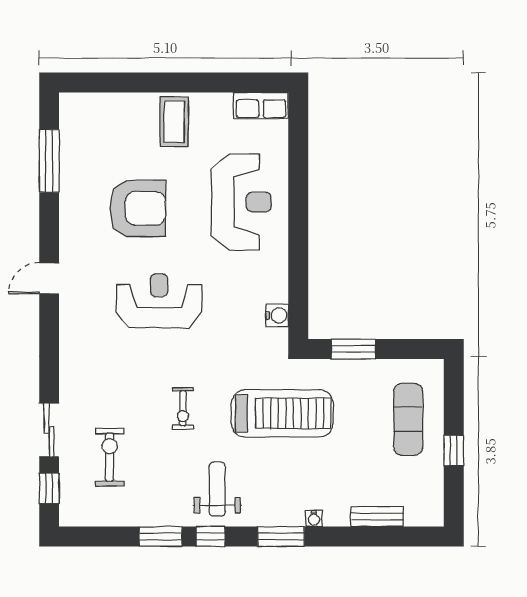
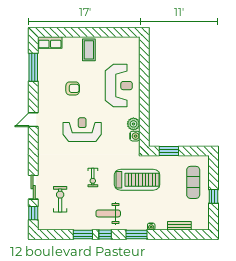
row of seats: (261, 106) -> (50, 43), moved
armchair: (138, 209) -> (73, 88), width x0.53, depth x0.53
plant: (274, 288) -> (133, 124), added
weight bench: (217, 489) -> (108, 213), turned -90

